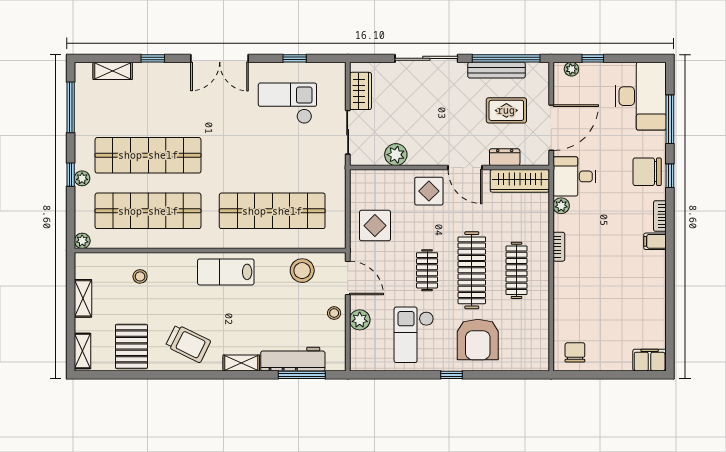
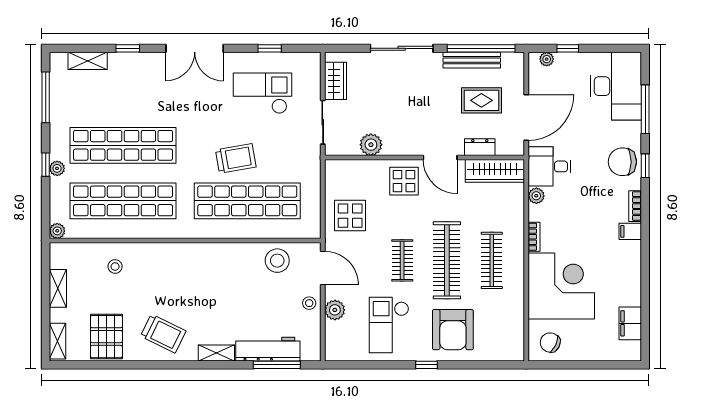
trolley: (261, 168) -> (236, 158), added
lab bench: (226, 272) -> (201, 262), removed
corner desk: (586, 296) -> (561, 286), added
chair: (575, 352) -> (550, 343), turned -64
filing cabinet: (650, 360) -> (630, 323), moved, turned -90

